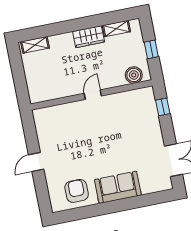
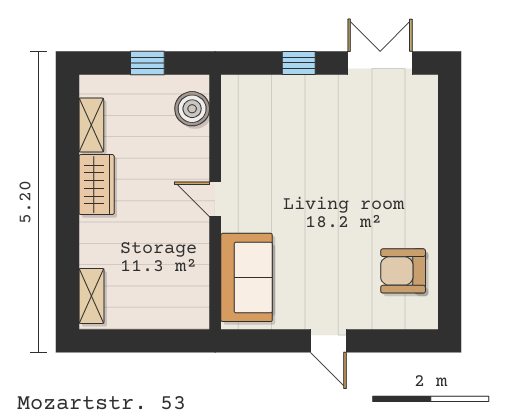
window: (163, 107) -> (299, 63), moved
sofa: (118, 187) -> (247, 277), moved, turned 180

